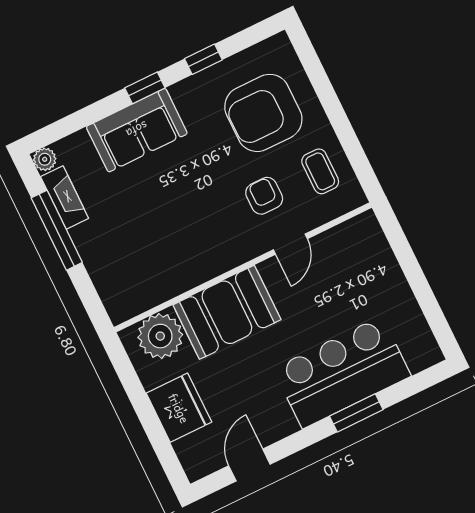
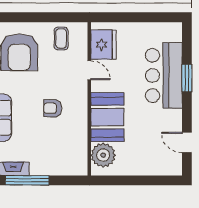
coffee table: (320, 171) -> (61, 38), turned 90
armchair: (264, 196) -> (53, 108), moved
fridge: (179, 408) -> (103, 45), moved, turned 90

